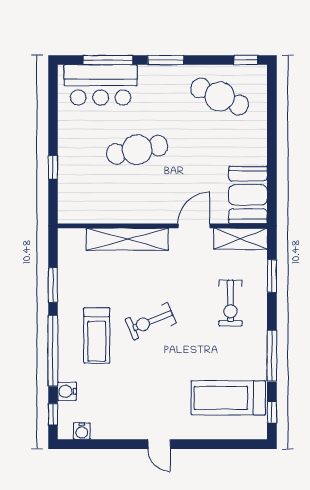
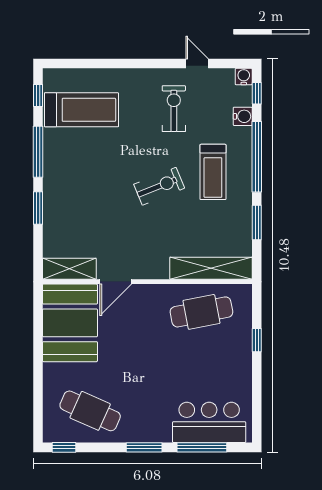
cafe table: (137, 150) -> (201, 312), moved
booth: (248, 195) -> (70, 323), width x1.36, depth x1.42
shelving: (127, 239) -> (211, 268), moved
window: (272, 276) -> (38, 208), moved
exercise bike: (230, 303) -> (174, 109), moved
treadmill: (97, 336) -> (213, 172), turned 180
water cooler: (82, 431) -> (244, 77), moved
door: (159, 444) -> (197, 64), moved

